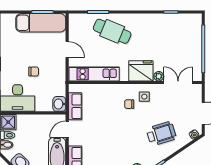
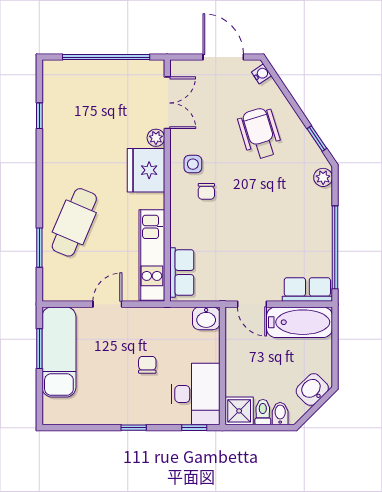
double door: (178, 83) -> (167, 103), swing flipped
row of seats: (75, 106) -> (182, 272), moved, turned 90

